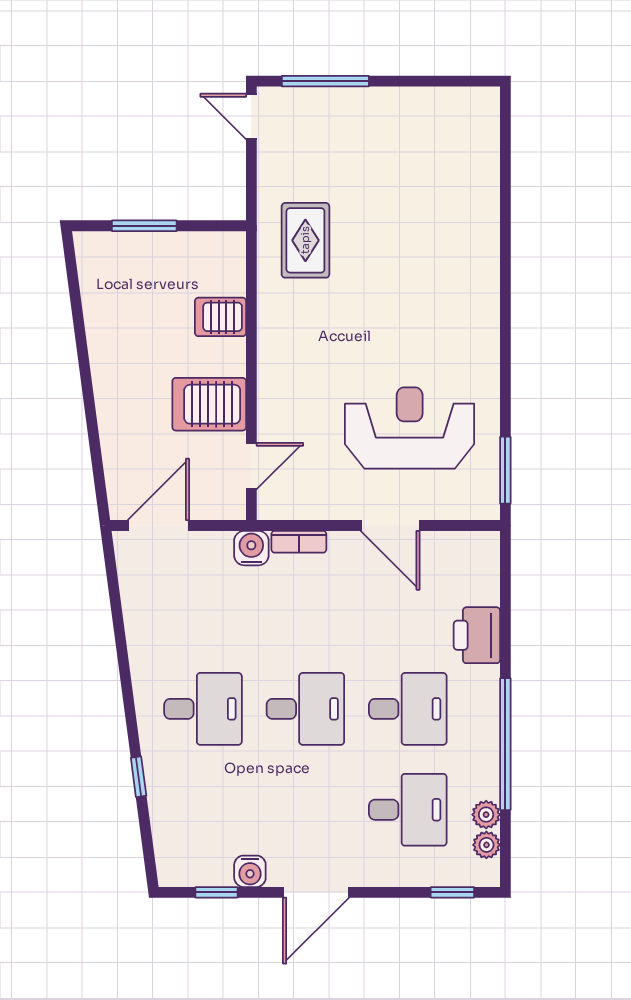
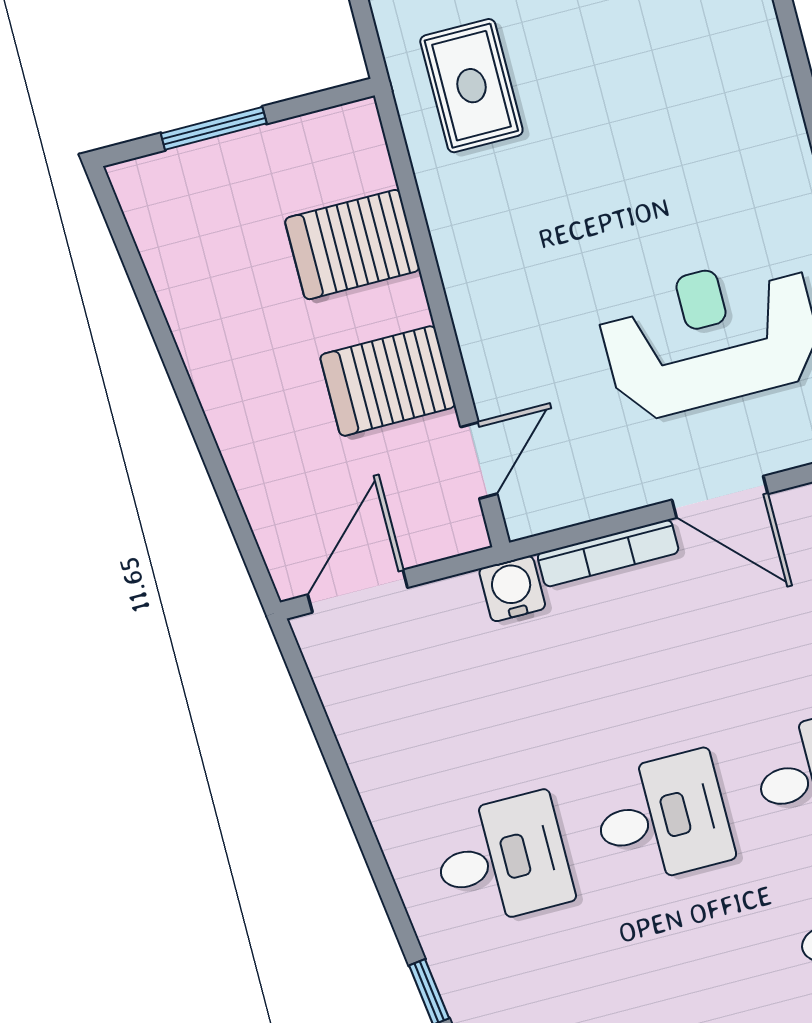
server rack: (220, 317) -> (352, 244), width x1.36, depth x1.44
bookcase: (299, 542) -> (608, 553), width x1.56

